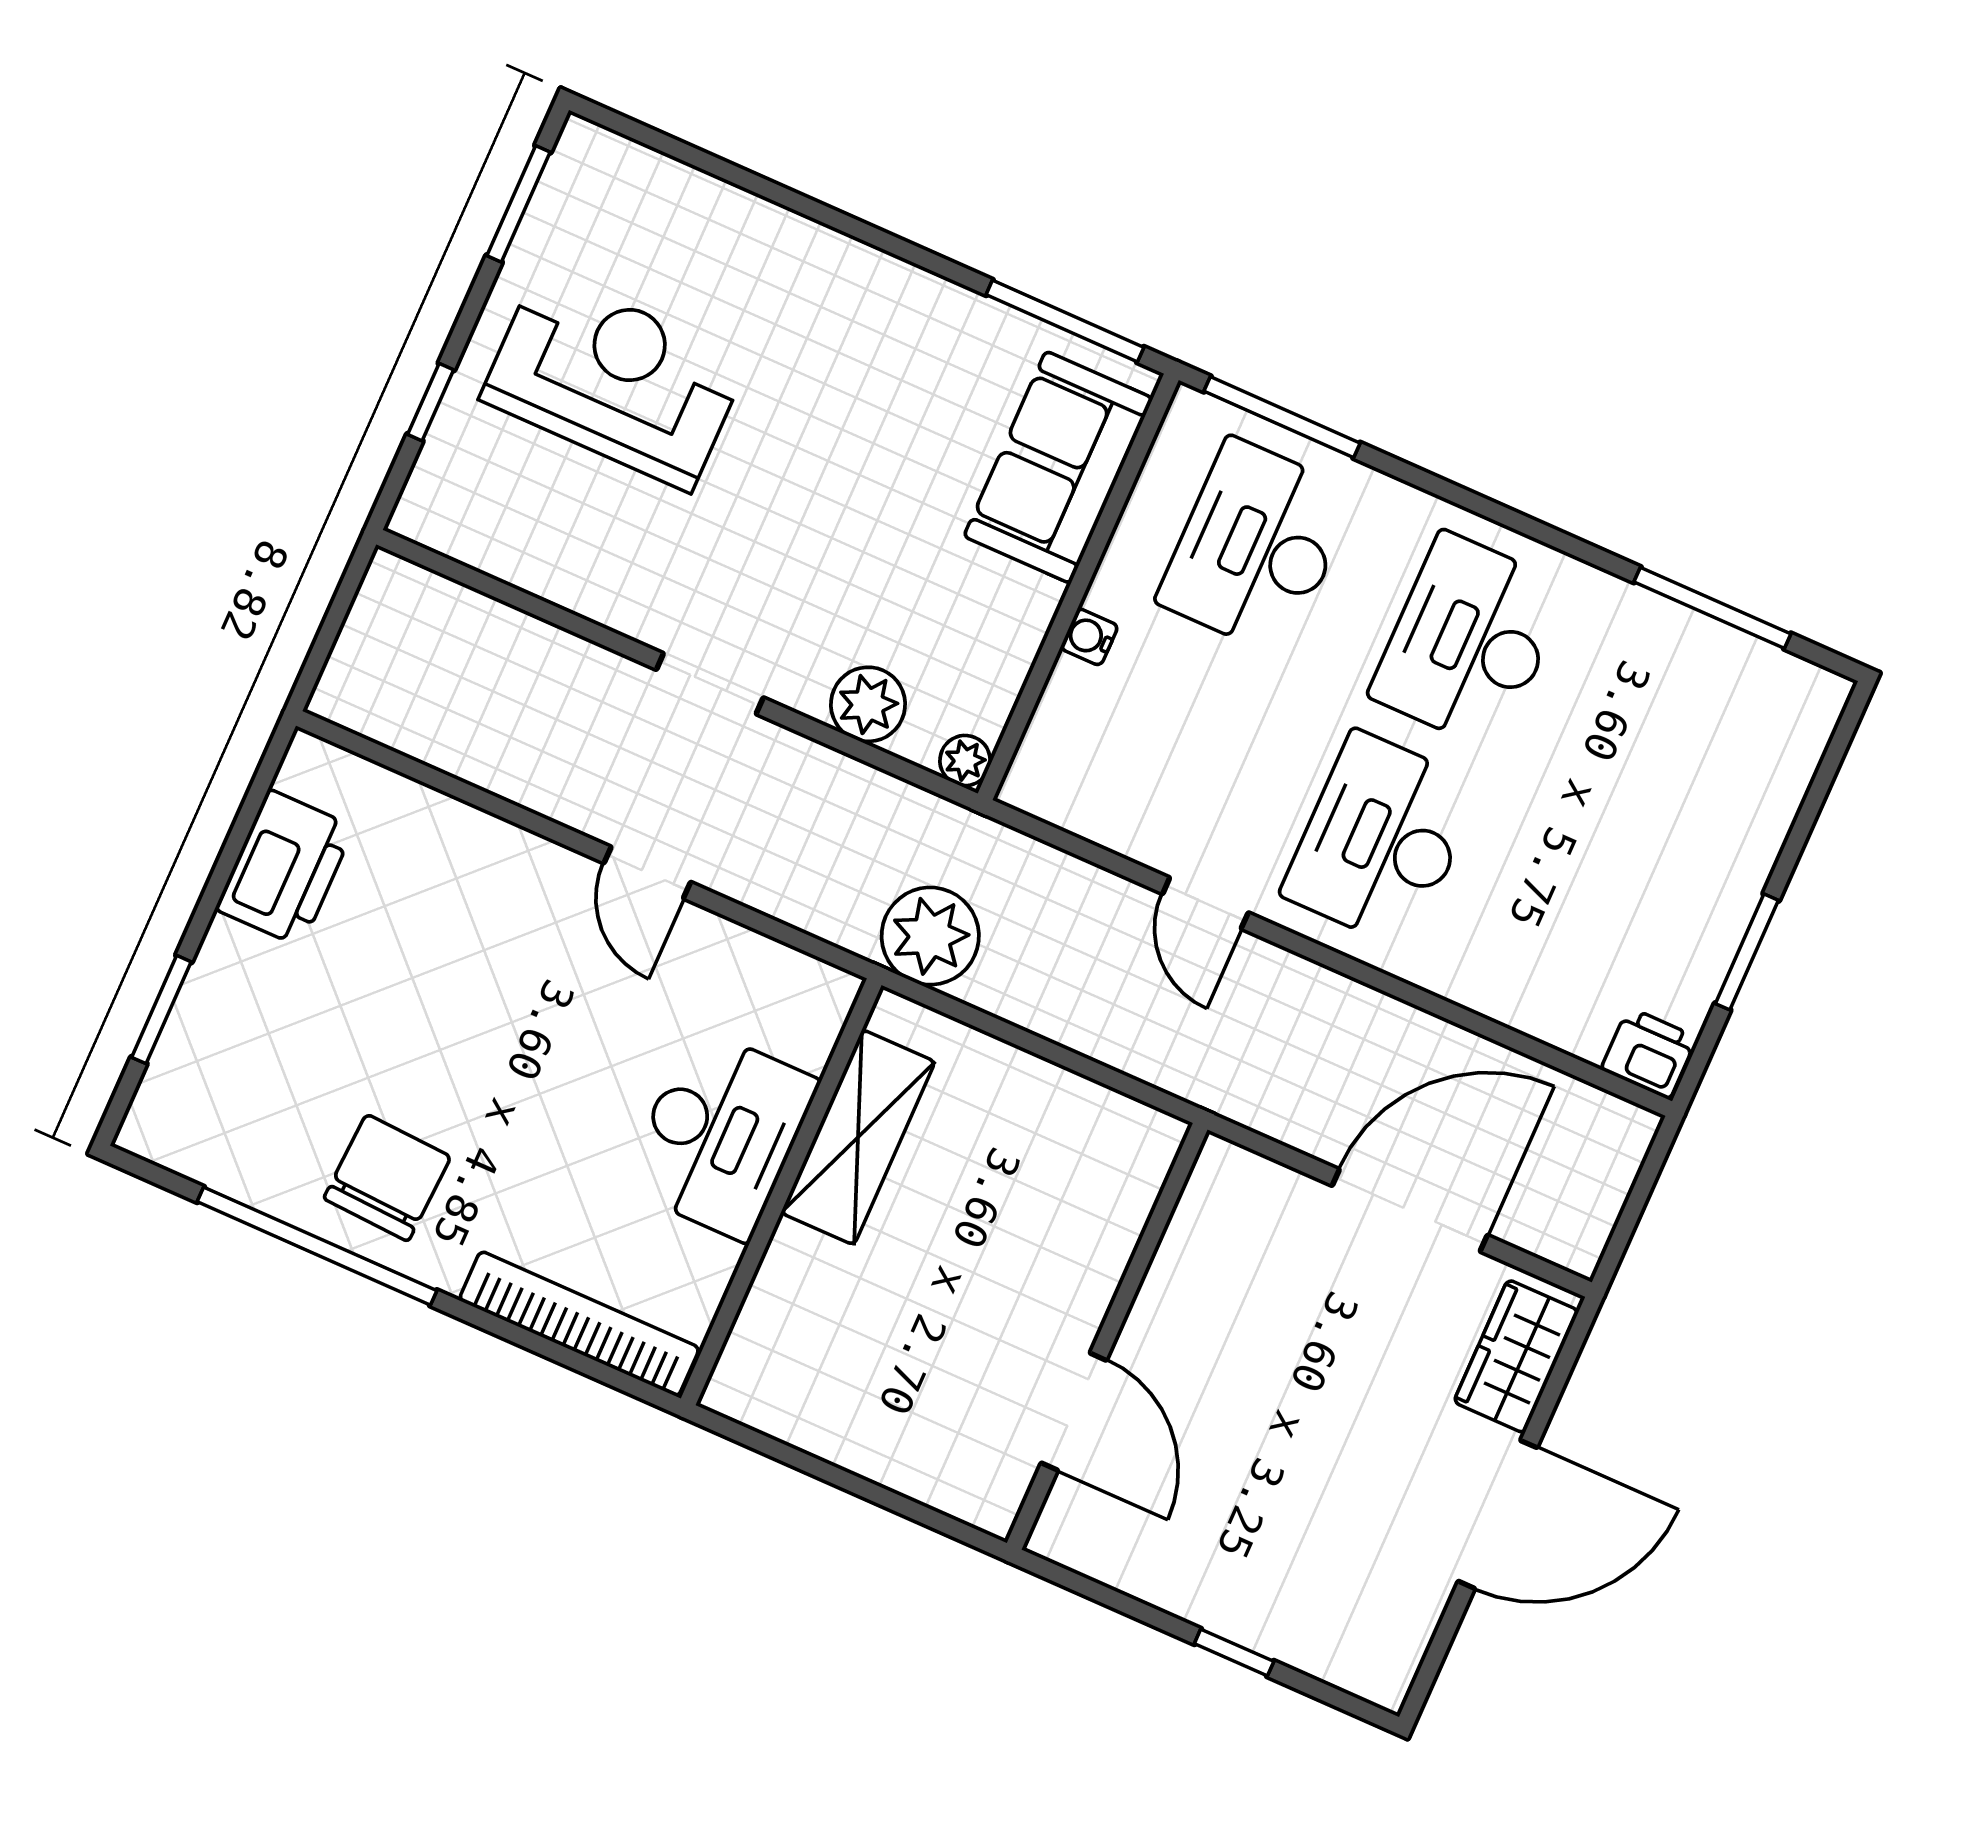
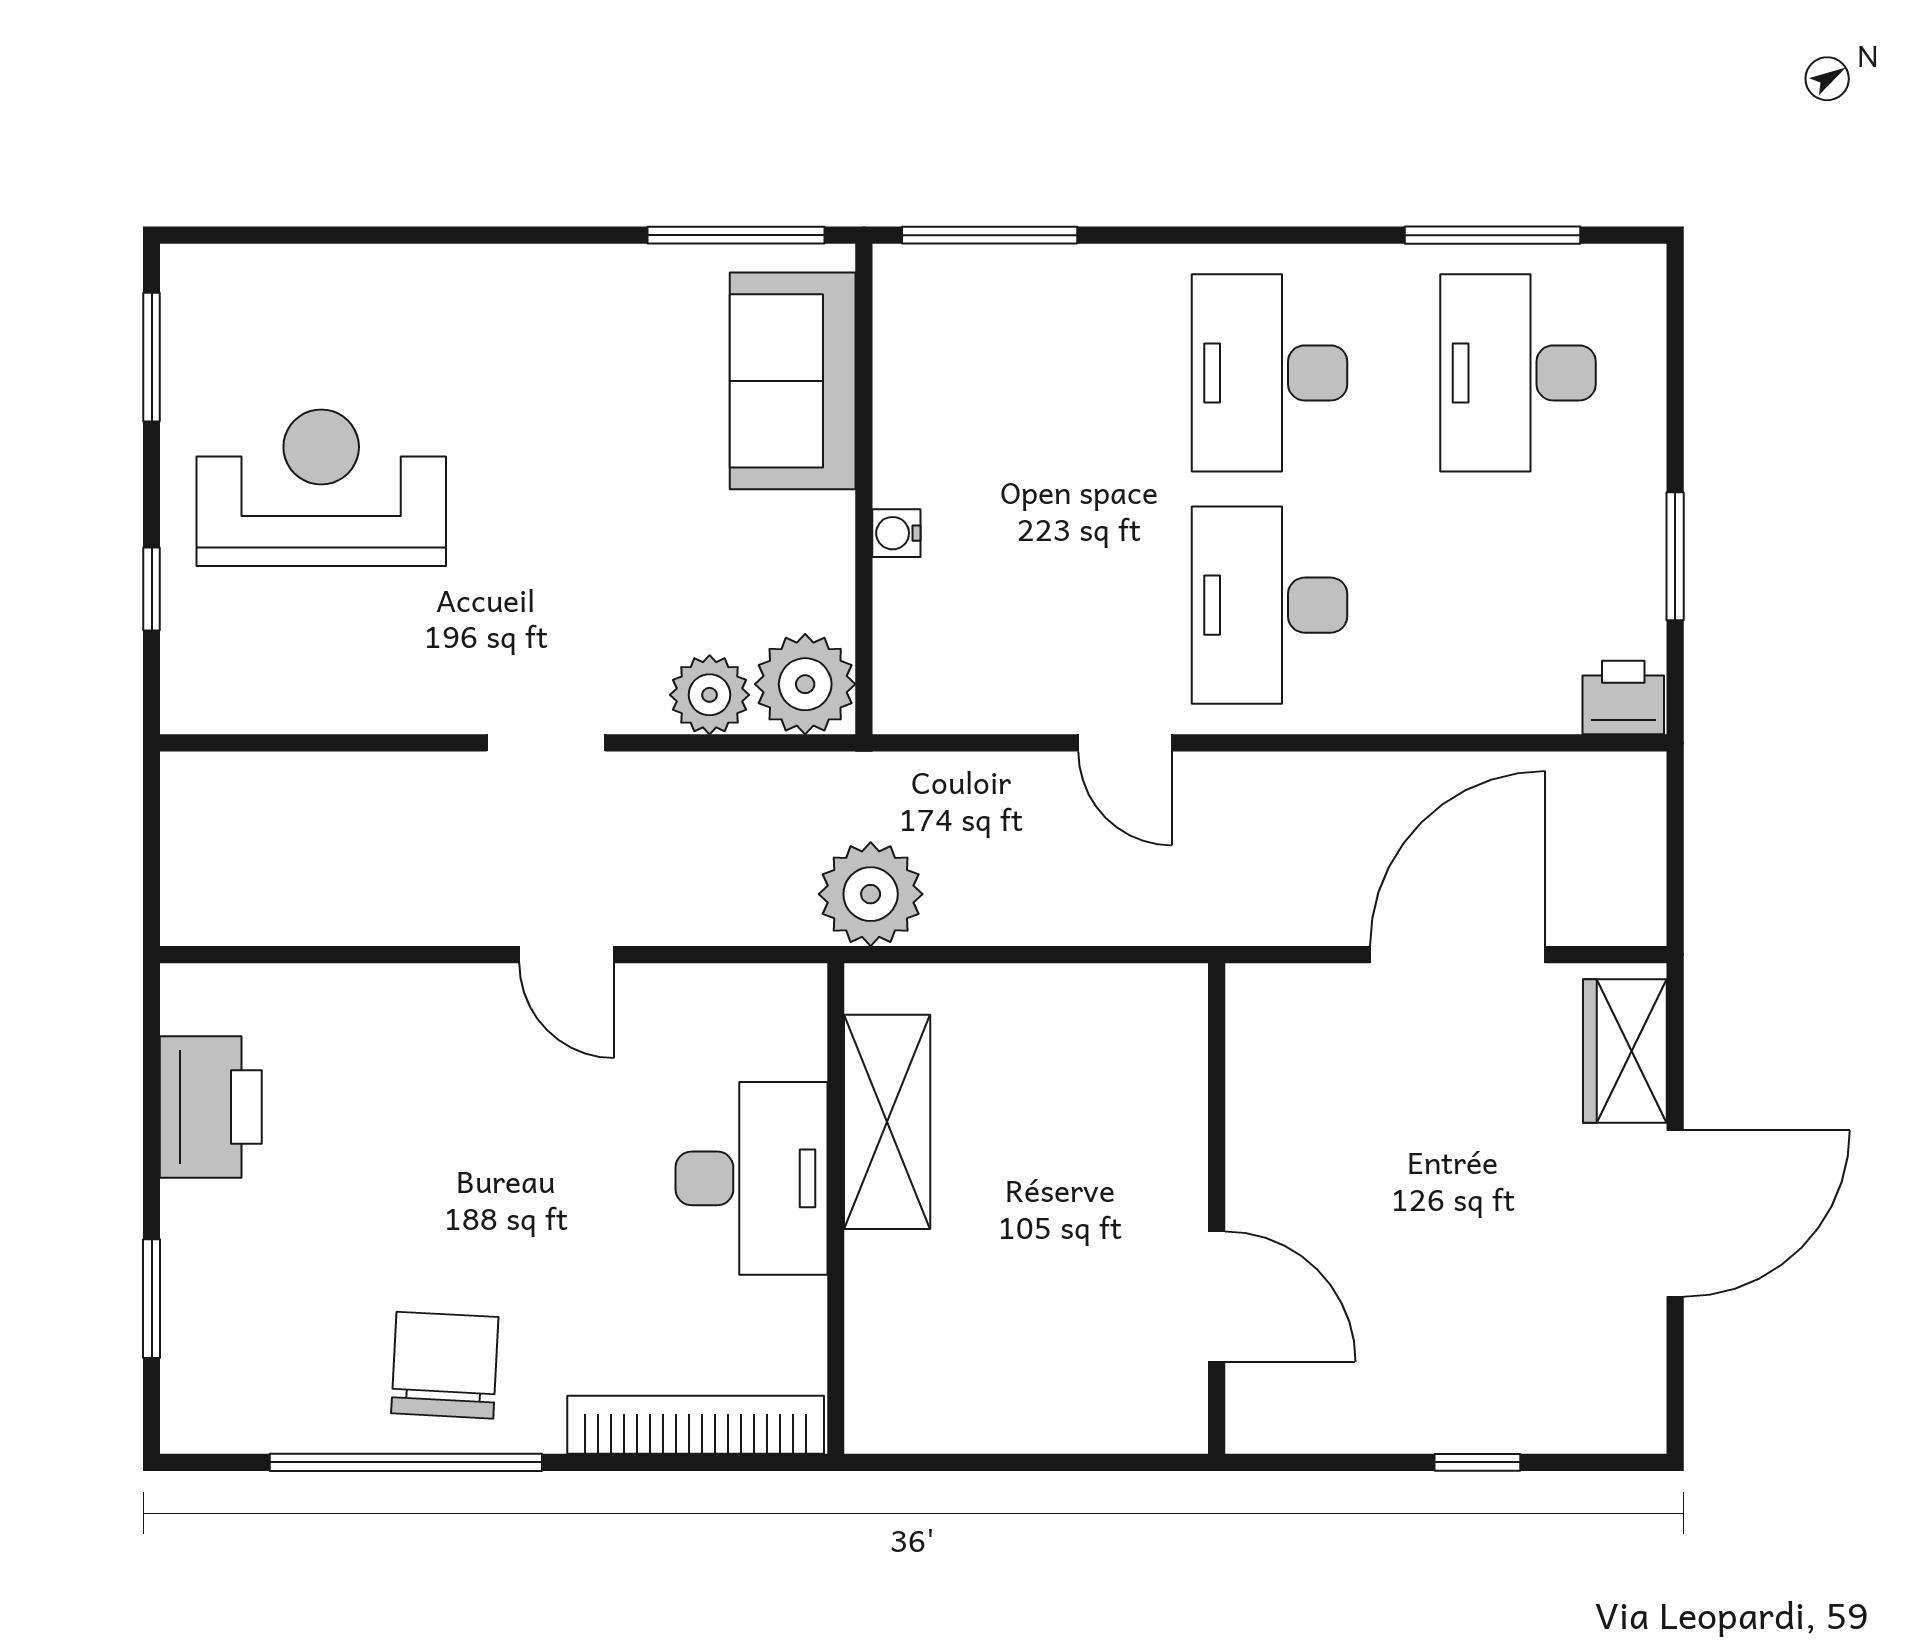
desk: (1257, 547) -> (1518, 373), moved
plant: (965, 761) -> (805, 684), width x1.87, depth x1.87

